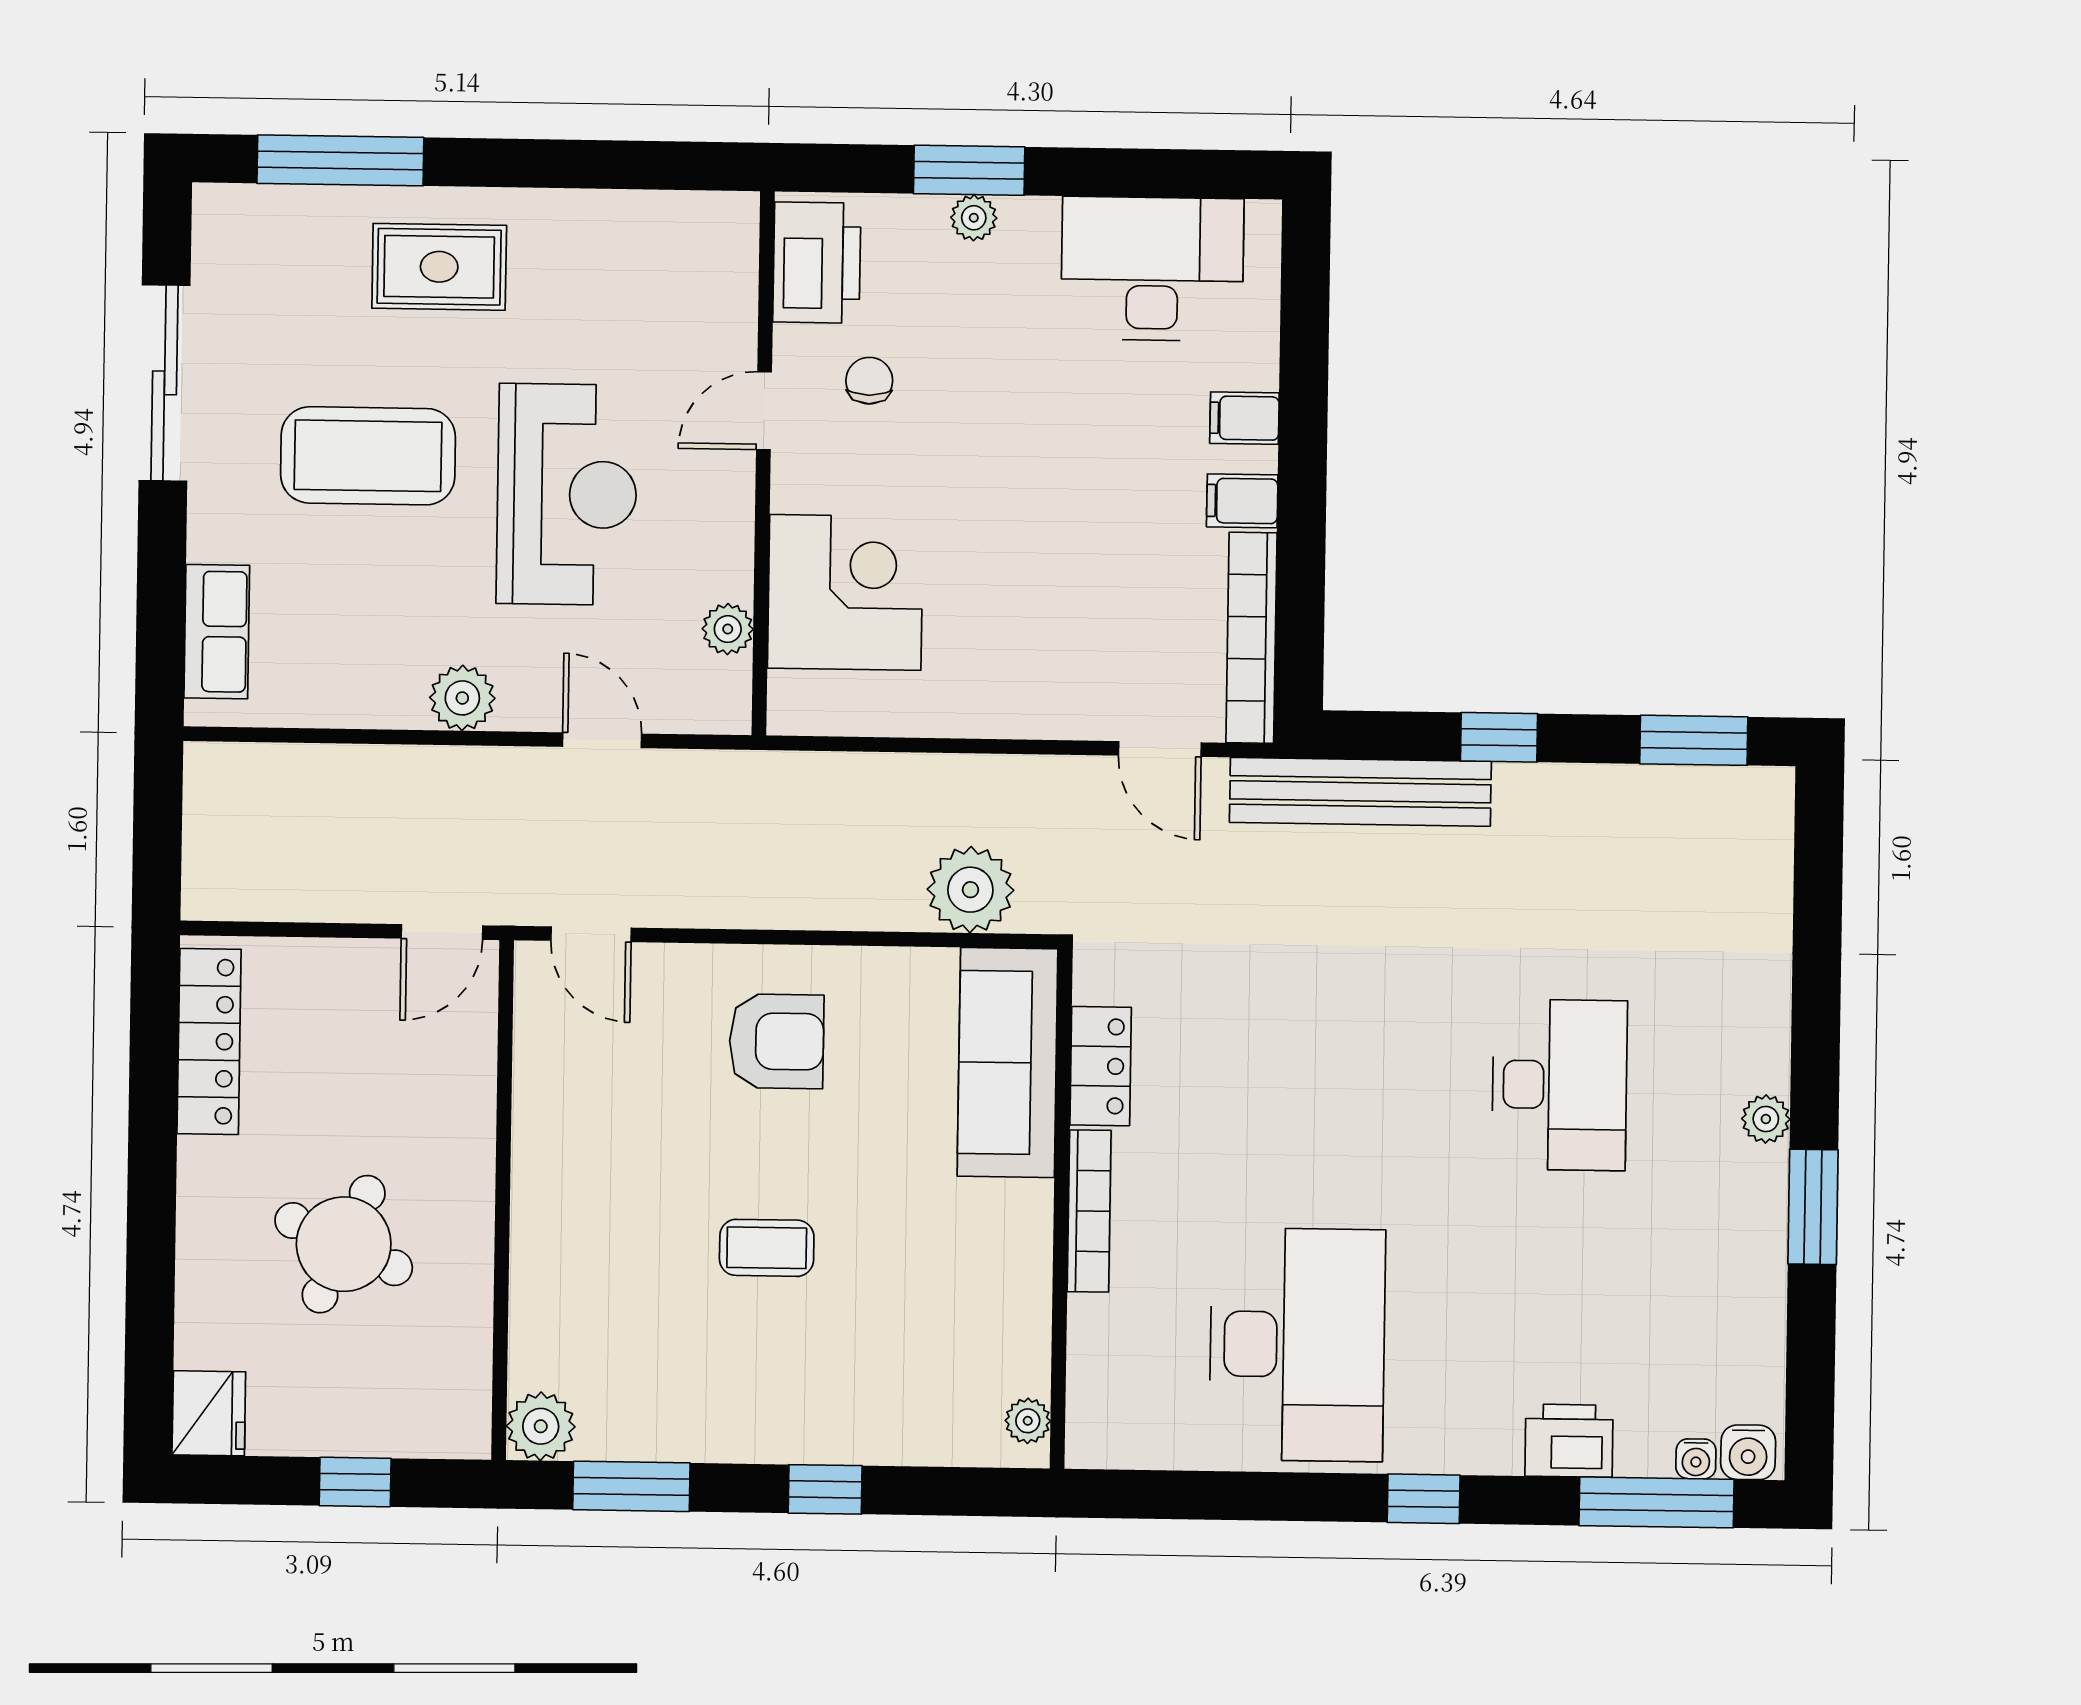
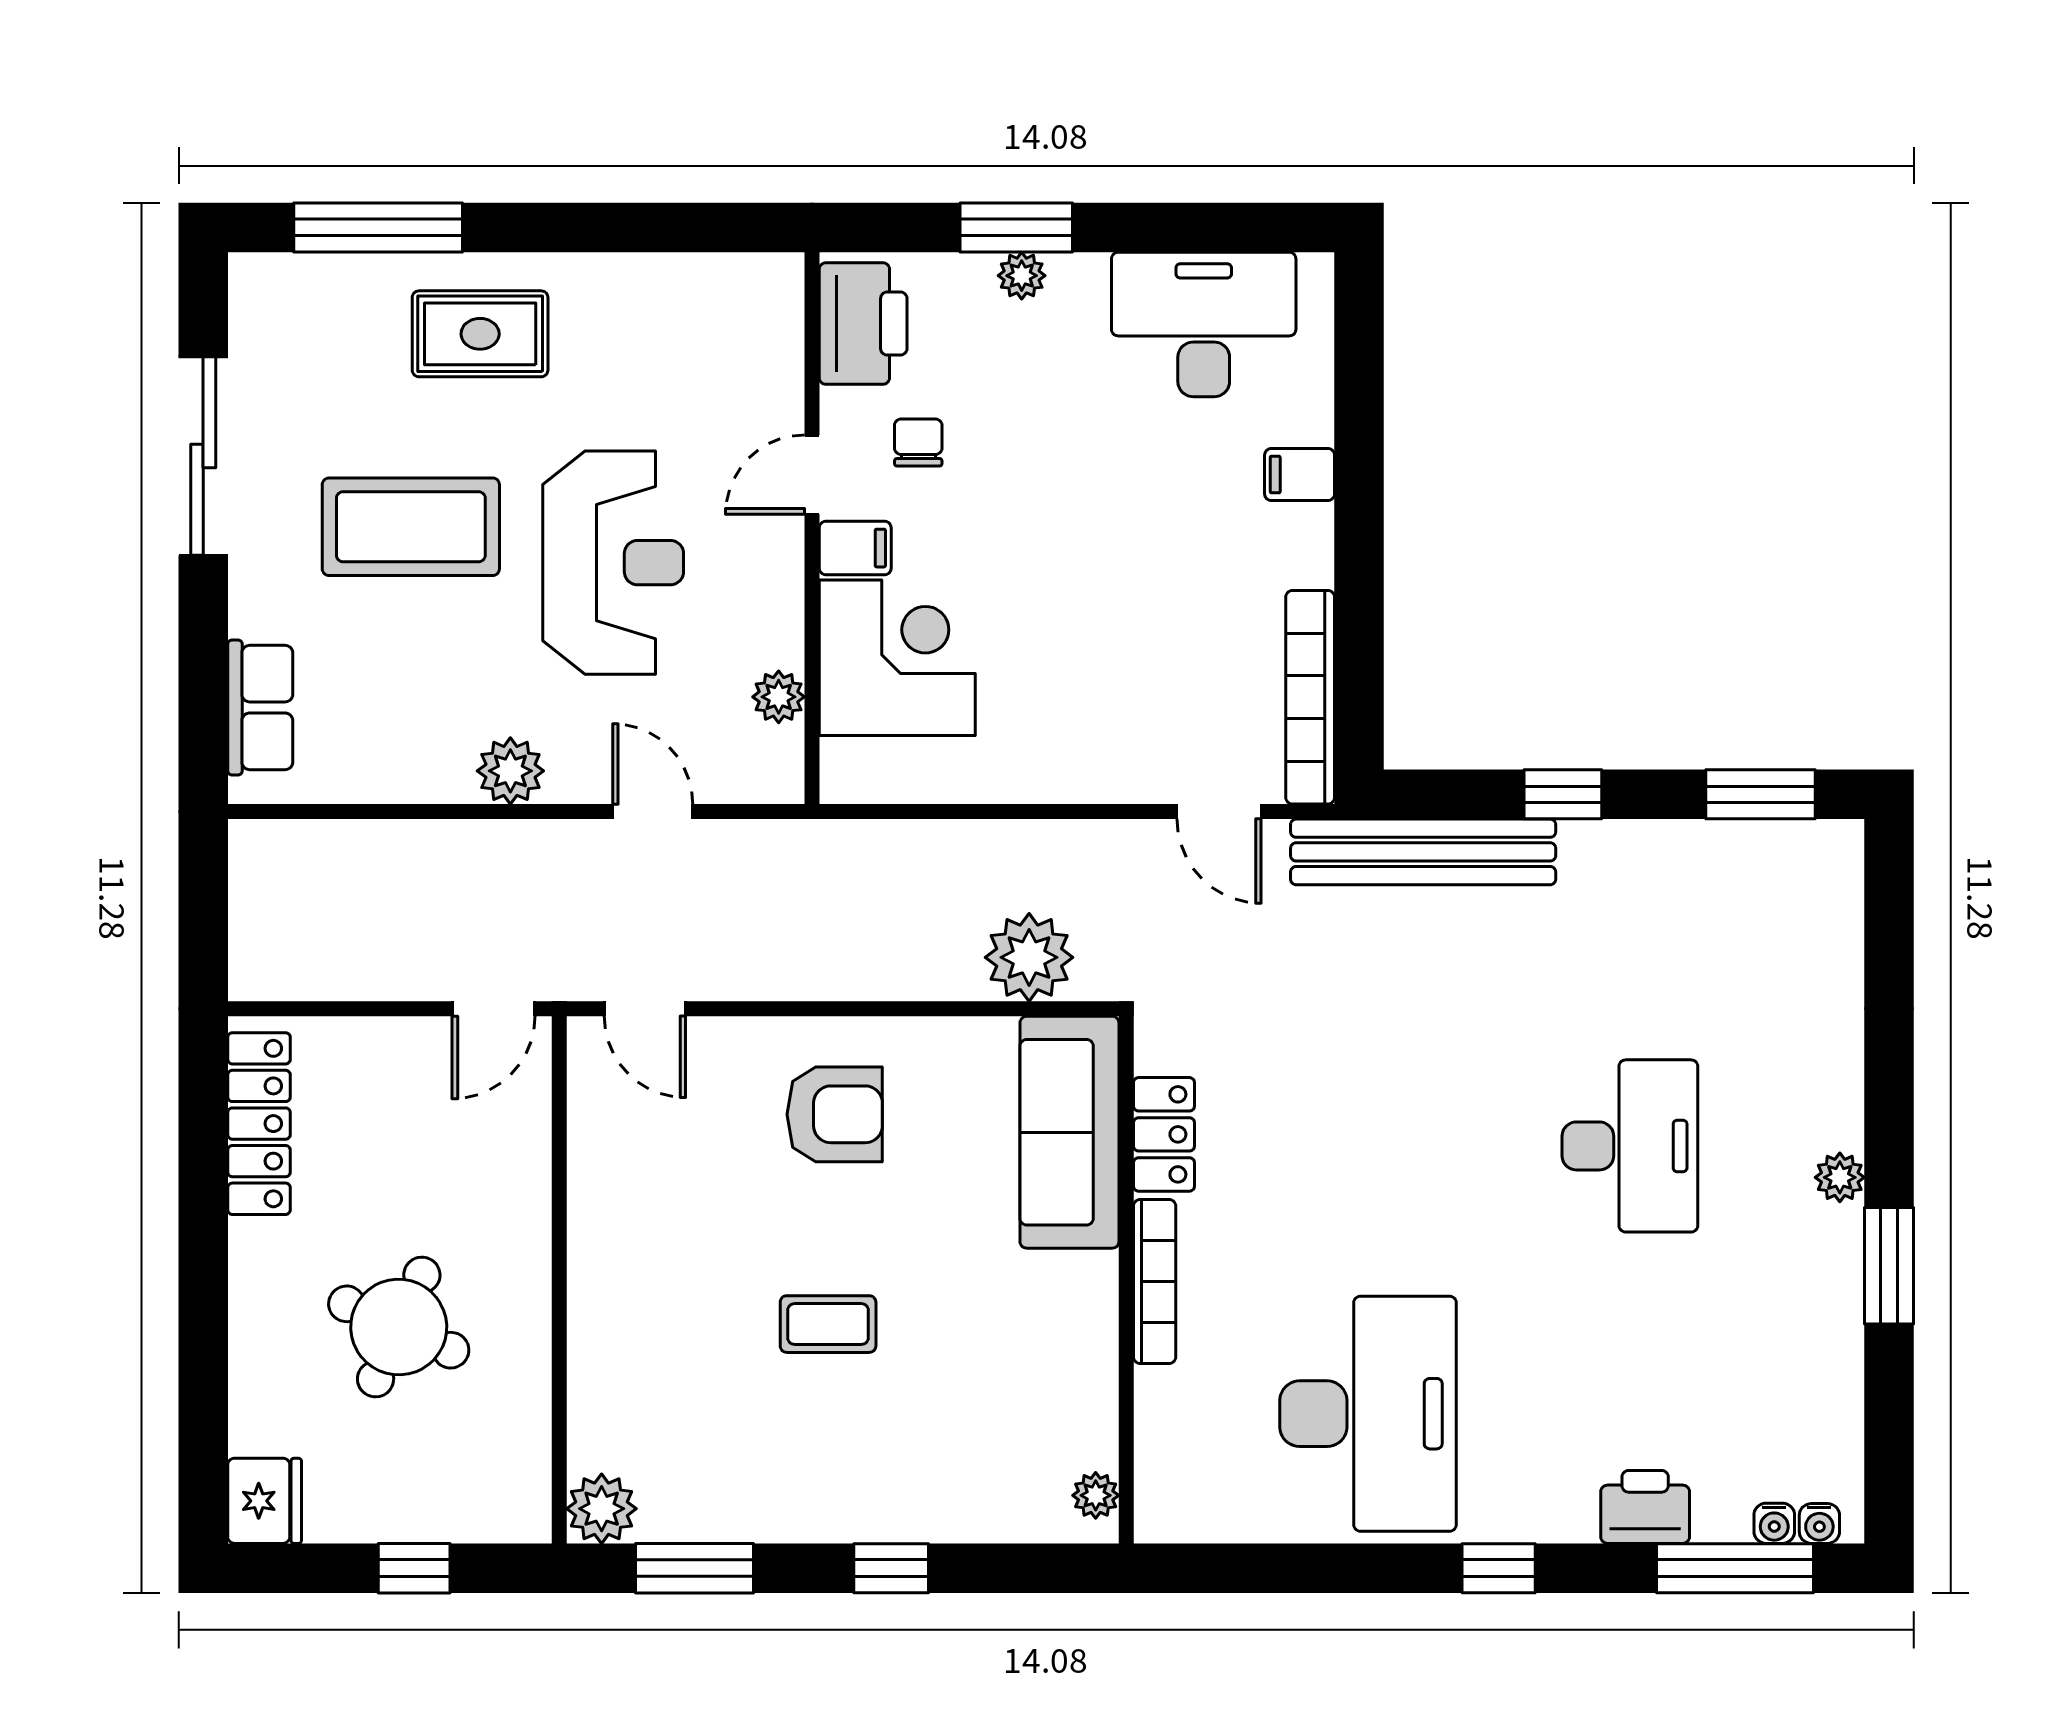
filing cabinet: (1242, 501) -> (855, 548), moved, turned 180
water cooler: (1748, 1452) -> (1819, 1524), width x0.72, depth x0.72

